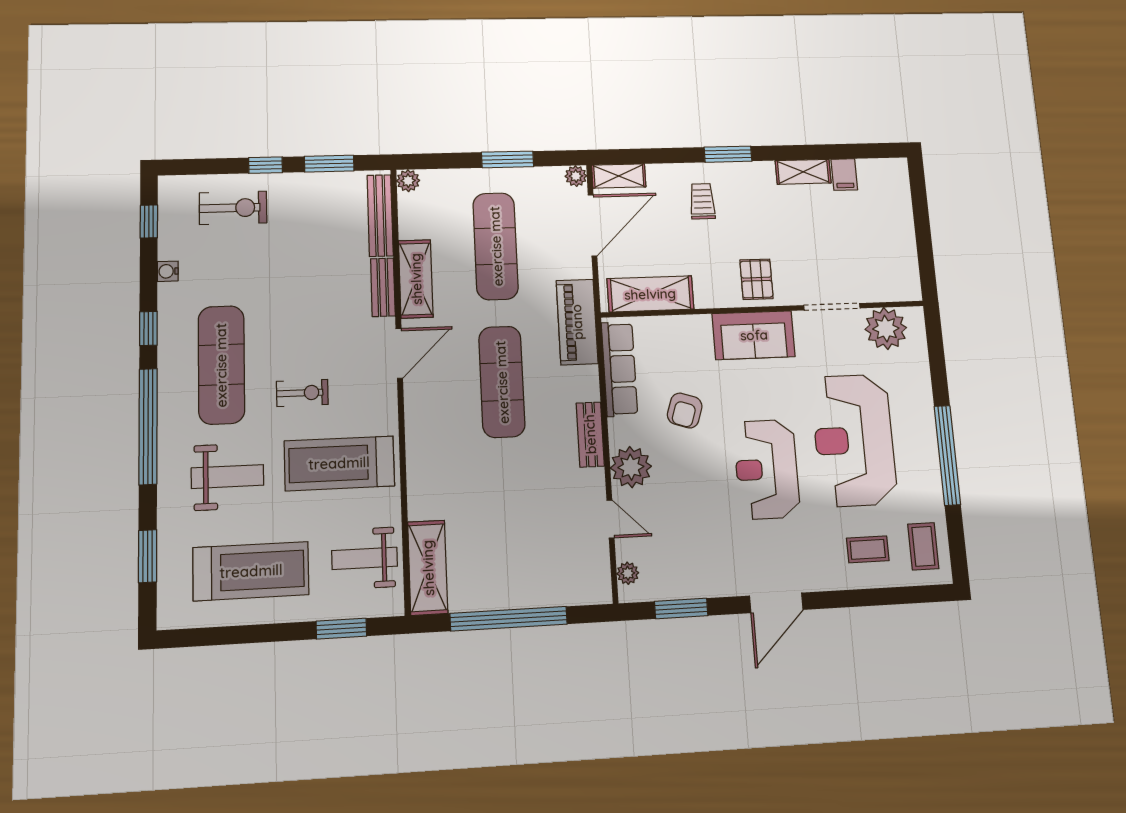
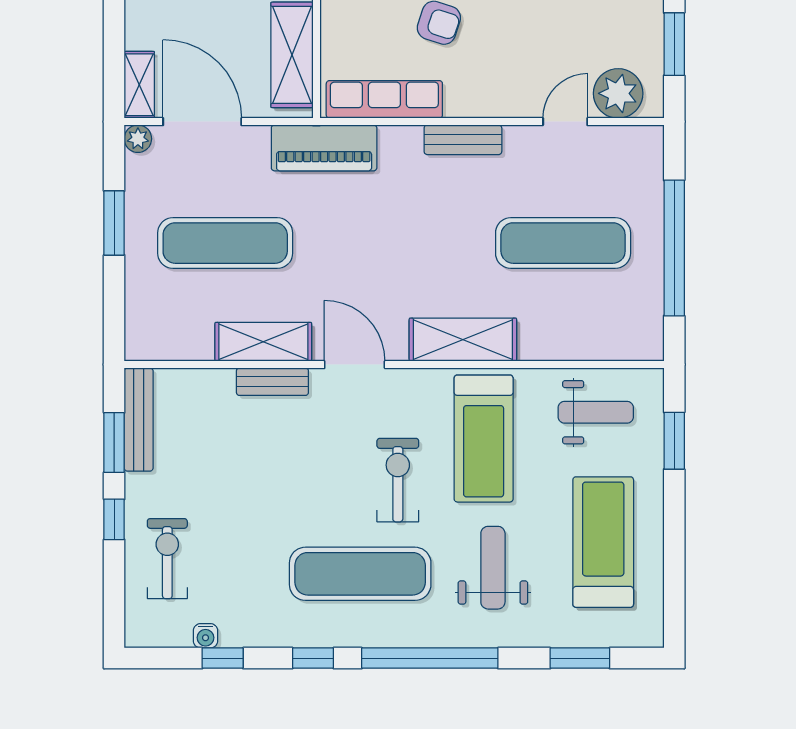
plant: (408, 181) -> (138, 347), removed
bench: (380, 216) -> (139, 420), moved, turned 90
window: (149, 222) -> (223, 658), moved
water cooler: (168, 271) -> (205, 636), moved
exercise mat: (502, 382) -> (563, 243), moved
exercise bike: (302, 393) -> (398, 480), width x1.38, depth x1.39
plant: (631, 467) -> (504, 93), removed
weight bench: (365, 558) -> (596, 412), turned -90
shelving: (428, 568) -> (463, 340), moved
plant: (628, 573) -> (618, 93), width x1.88, depth x1.88

